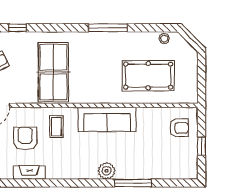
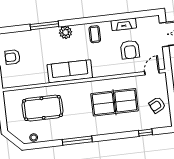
table tennis table: (53, 72) -> (115, 102), turned 90
coffee table: (56, 127) -> (95, 34), moved
armchair: (179, 128) -> (12, 57), moved

